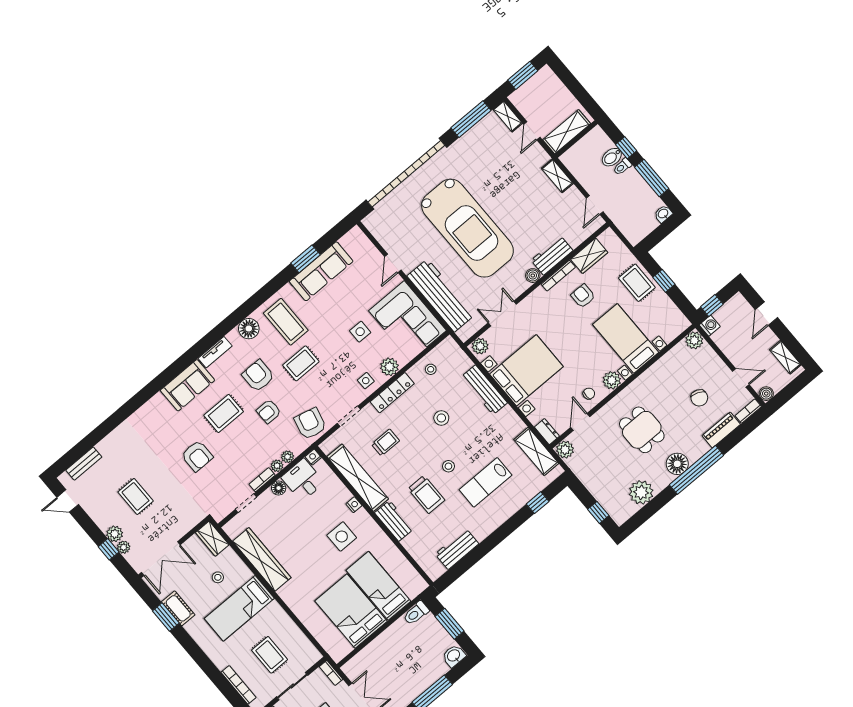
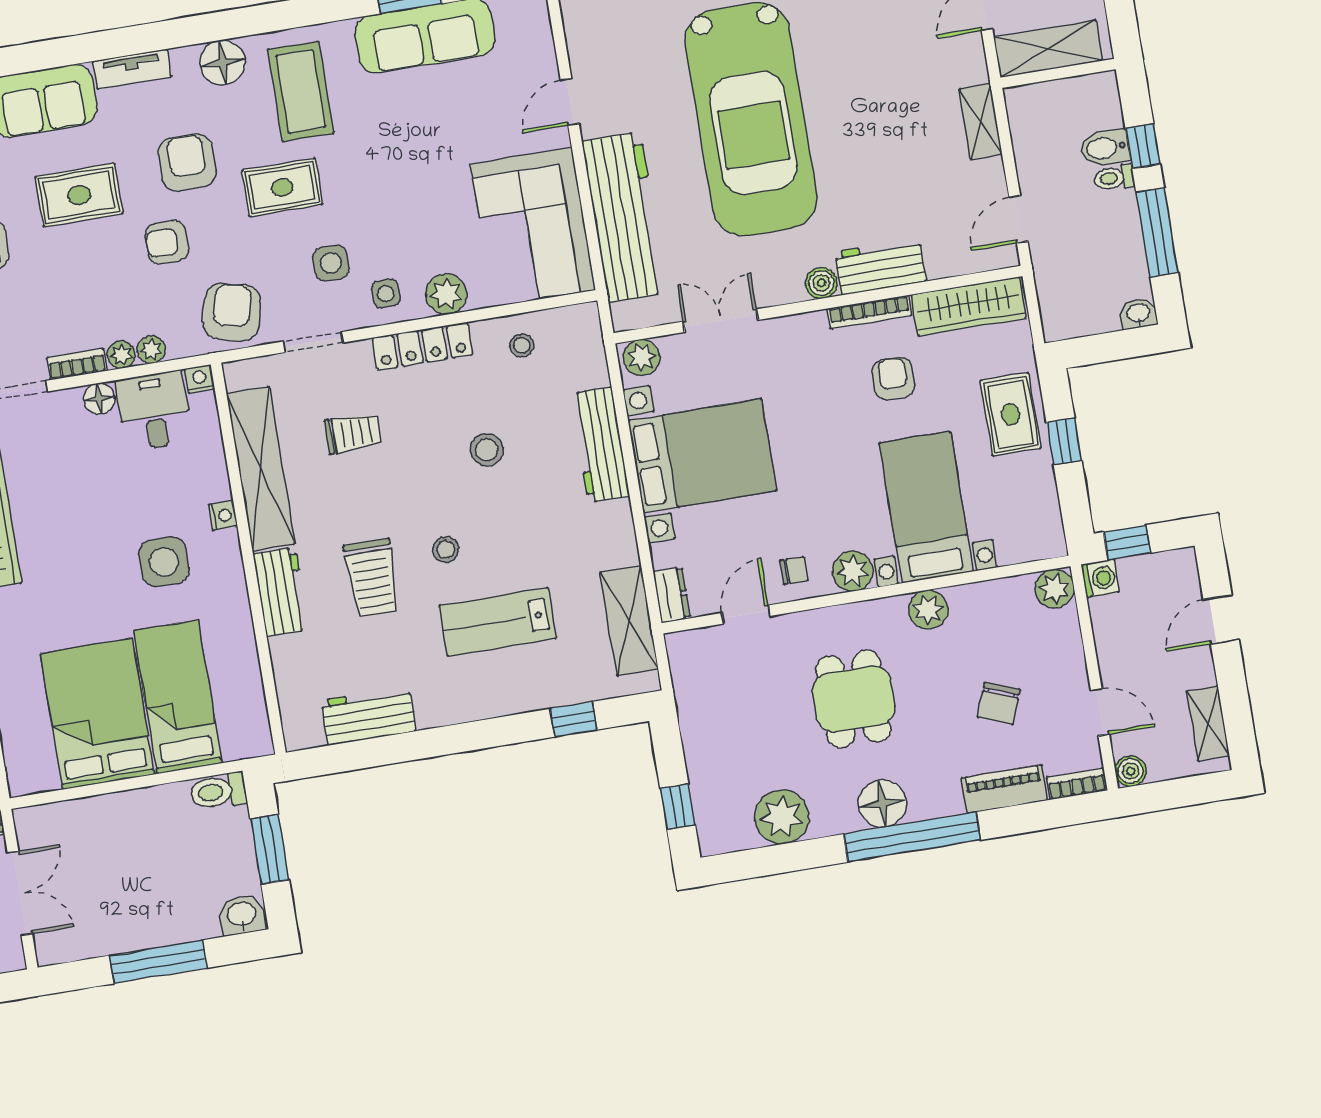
wardrobe: (589, 256) -> (969, 306), width x1.50
side table: (360, 332) -> (331, 263), moved
plant: (565, 450) -> (928, 609), moved

